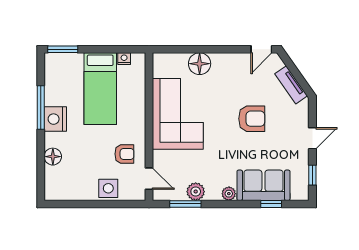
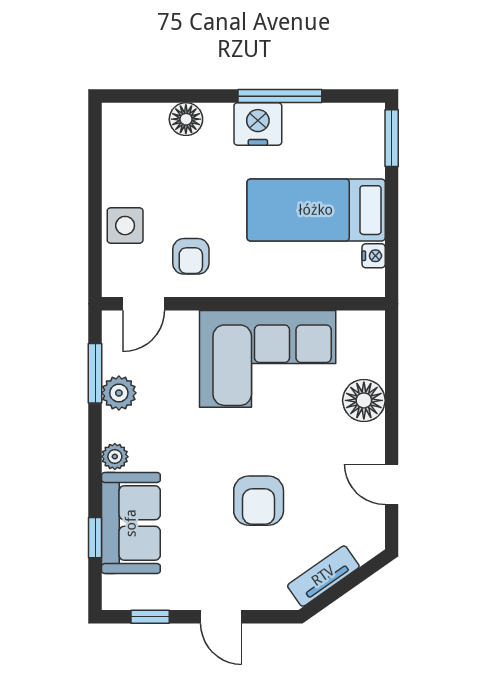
door: (261, 49) -> (392, 484), moved

